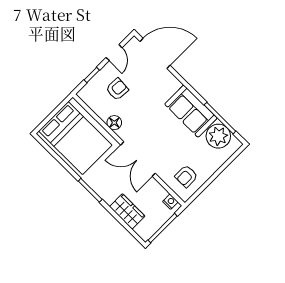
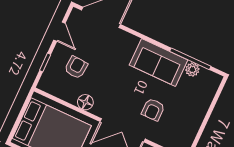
plant: (218, 136) -> (192, 70), width x0.53, depth x0.53
armchair: (186, 176) -> (153, 110), moved

